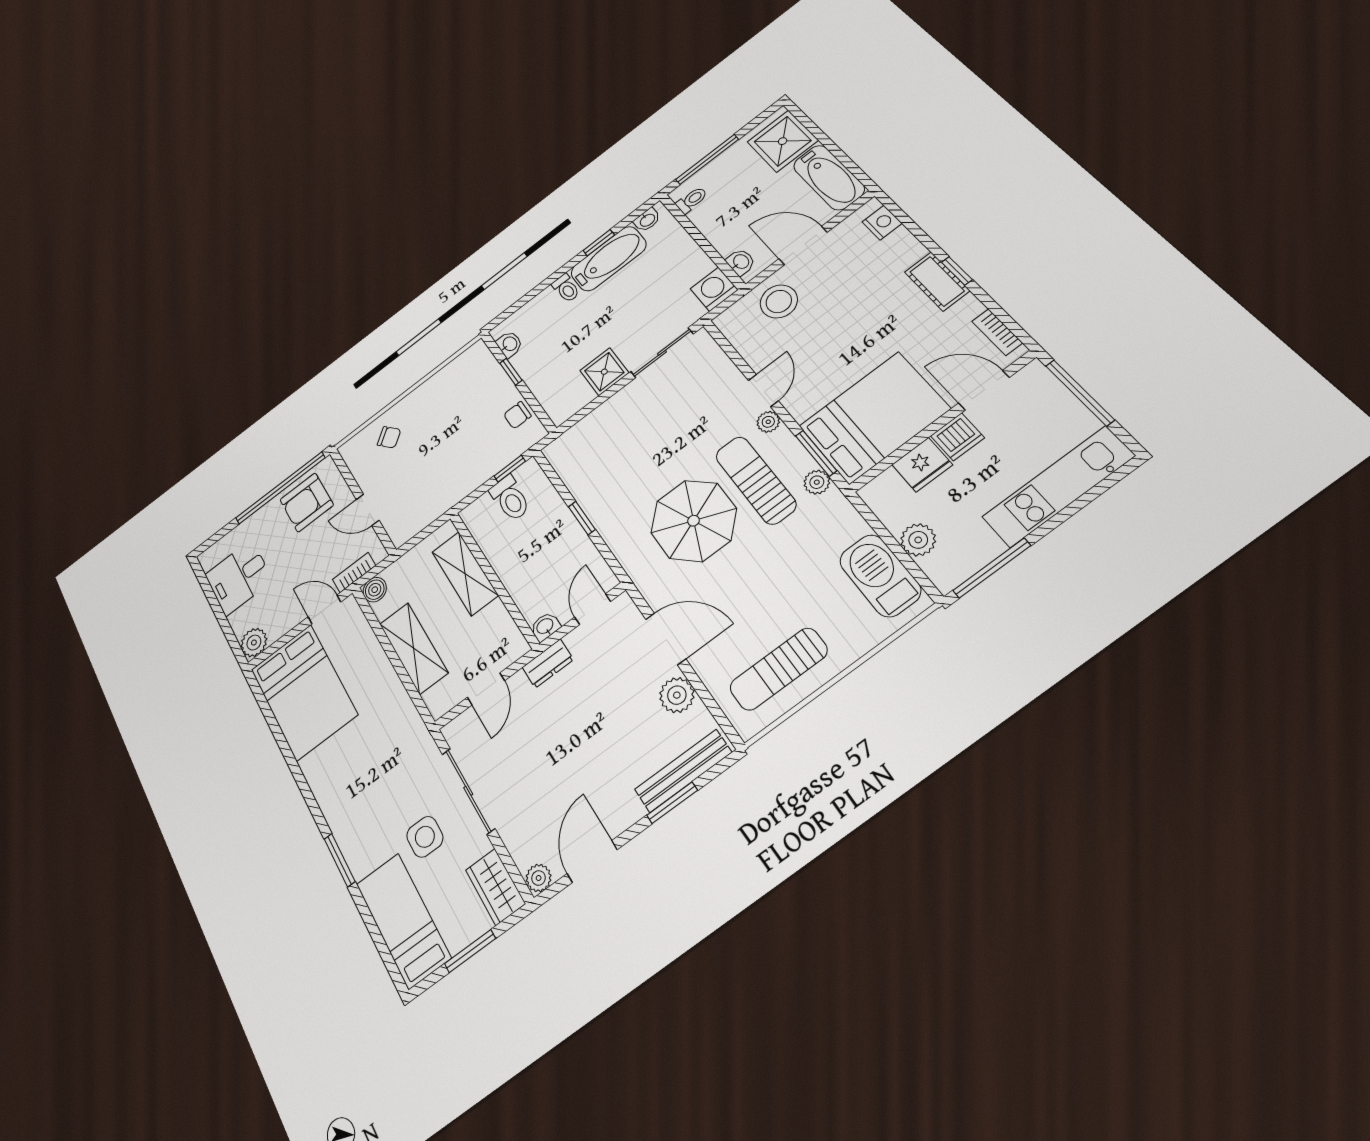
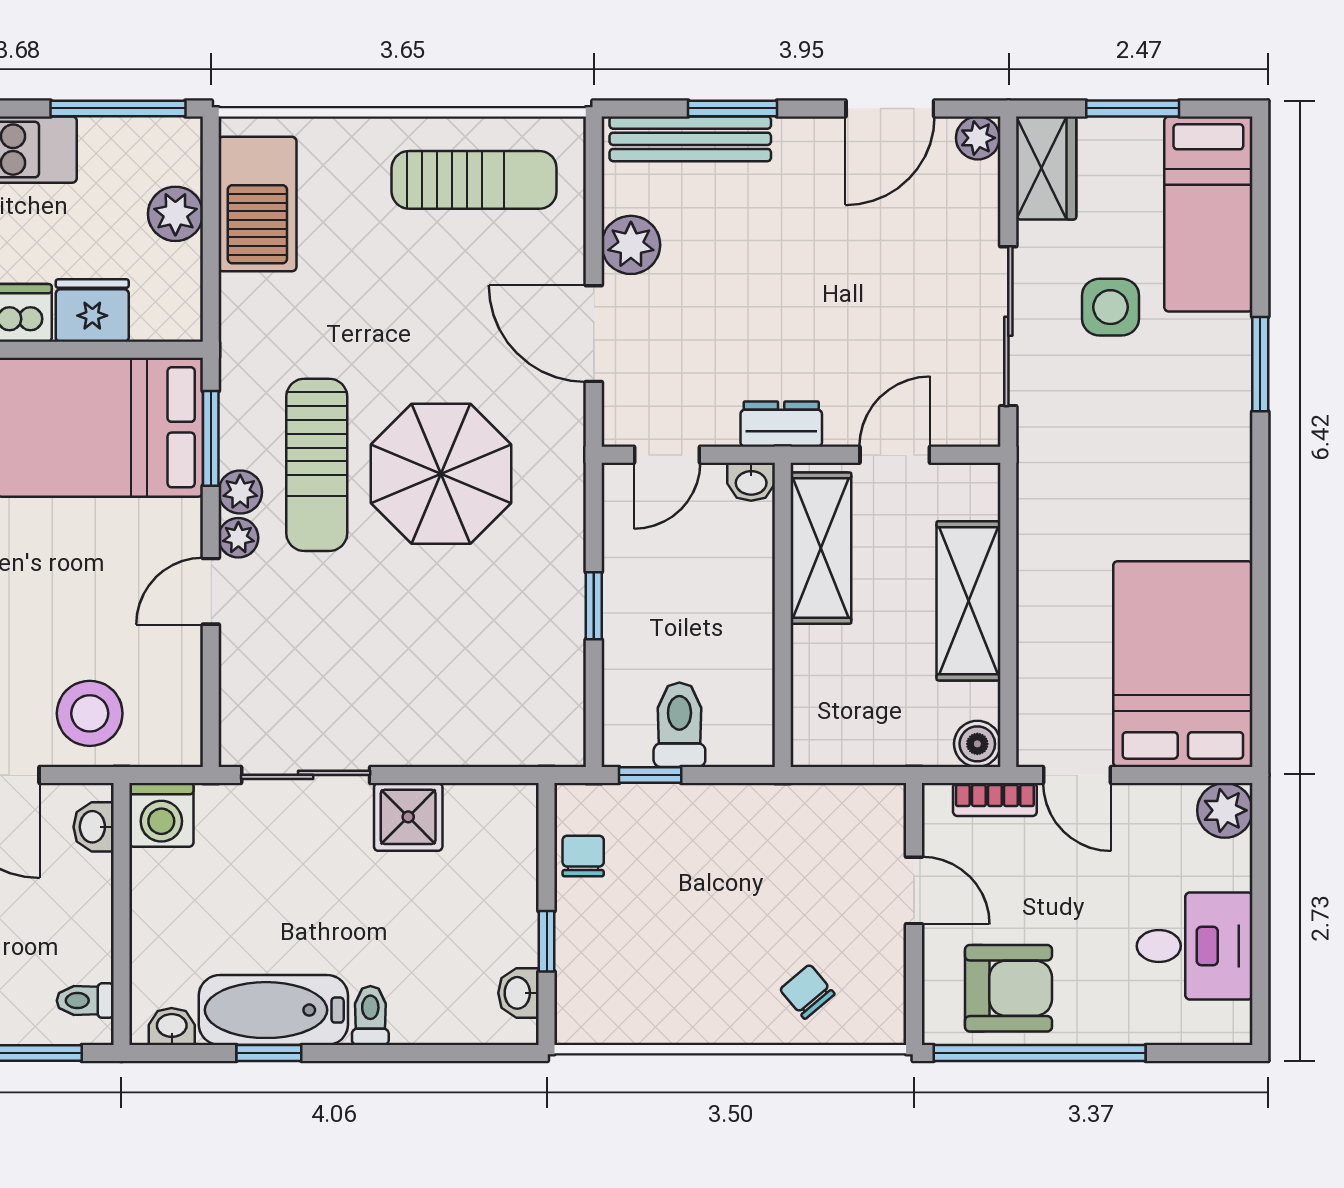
chair: (517, 415) -> (583, 856), turned -90
plant: (817, 482) -> (240, 492), moved
shelving: (465, 573) -> (821, 548), moved

